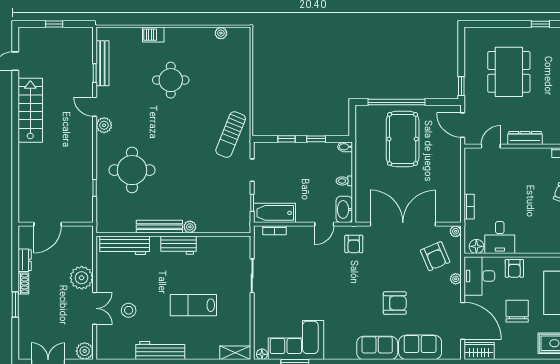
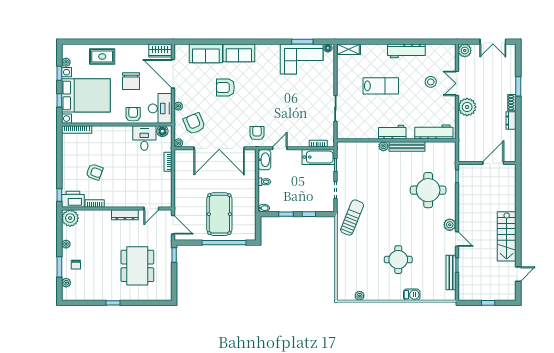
door: (48, 224) -> (493, 163), moved
wall: (56, 224) -> (487, 163), moved

